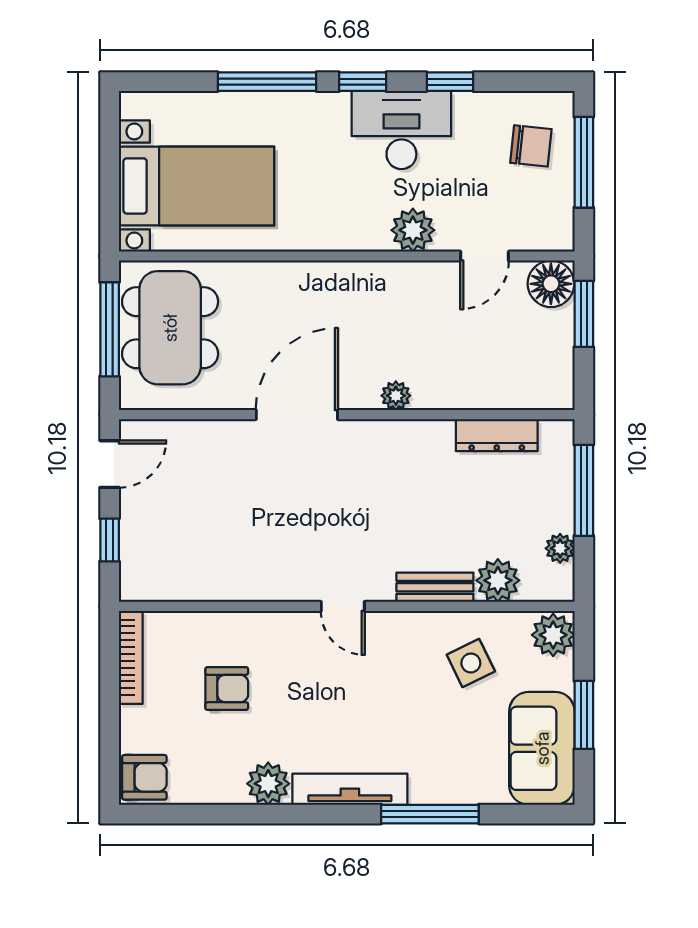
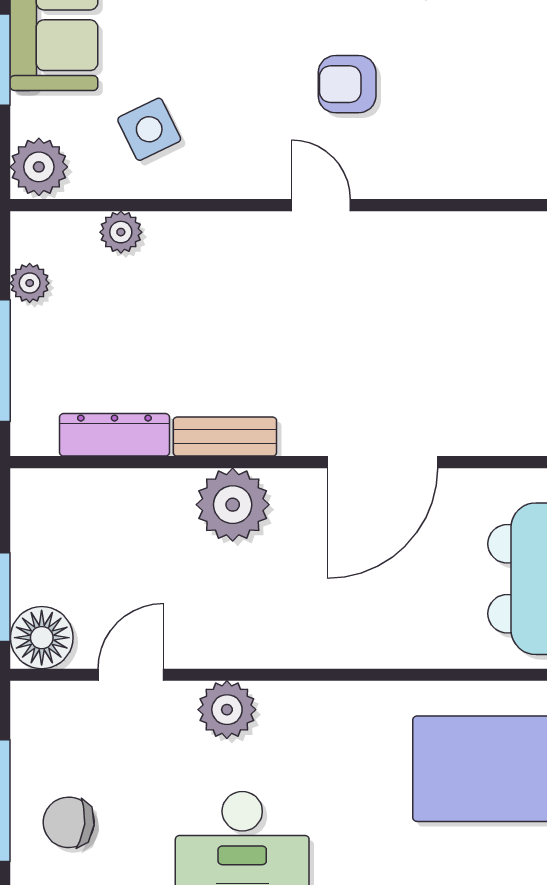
plant: (396, 396) -> (233, 505), width x1.88, depth x1.88
plant: (498, 580) -> (121, 232), width x0.73, depth x0.73
bench: (435, 587) -> (225, 437), moved
armchair: (227, 689) -> (347, 84), moved

